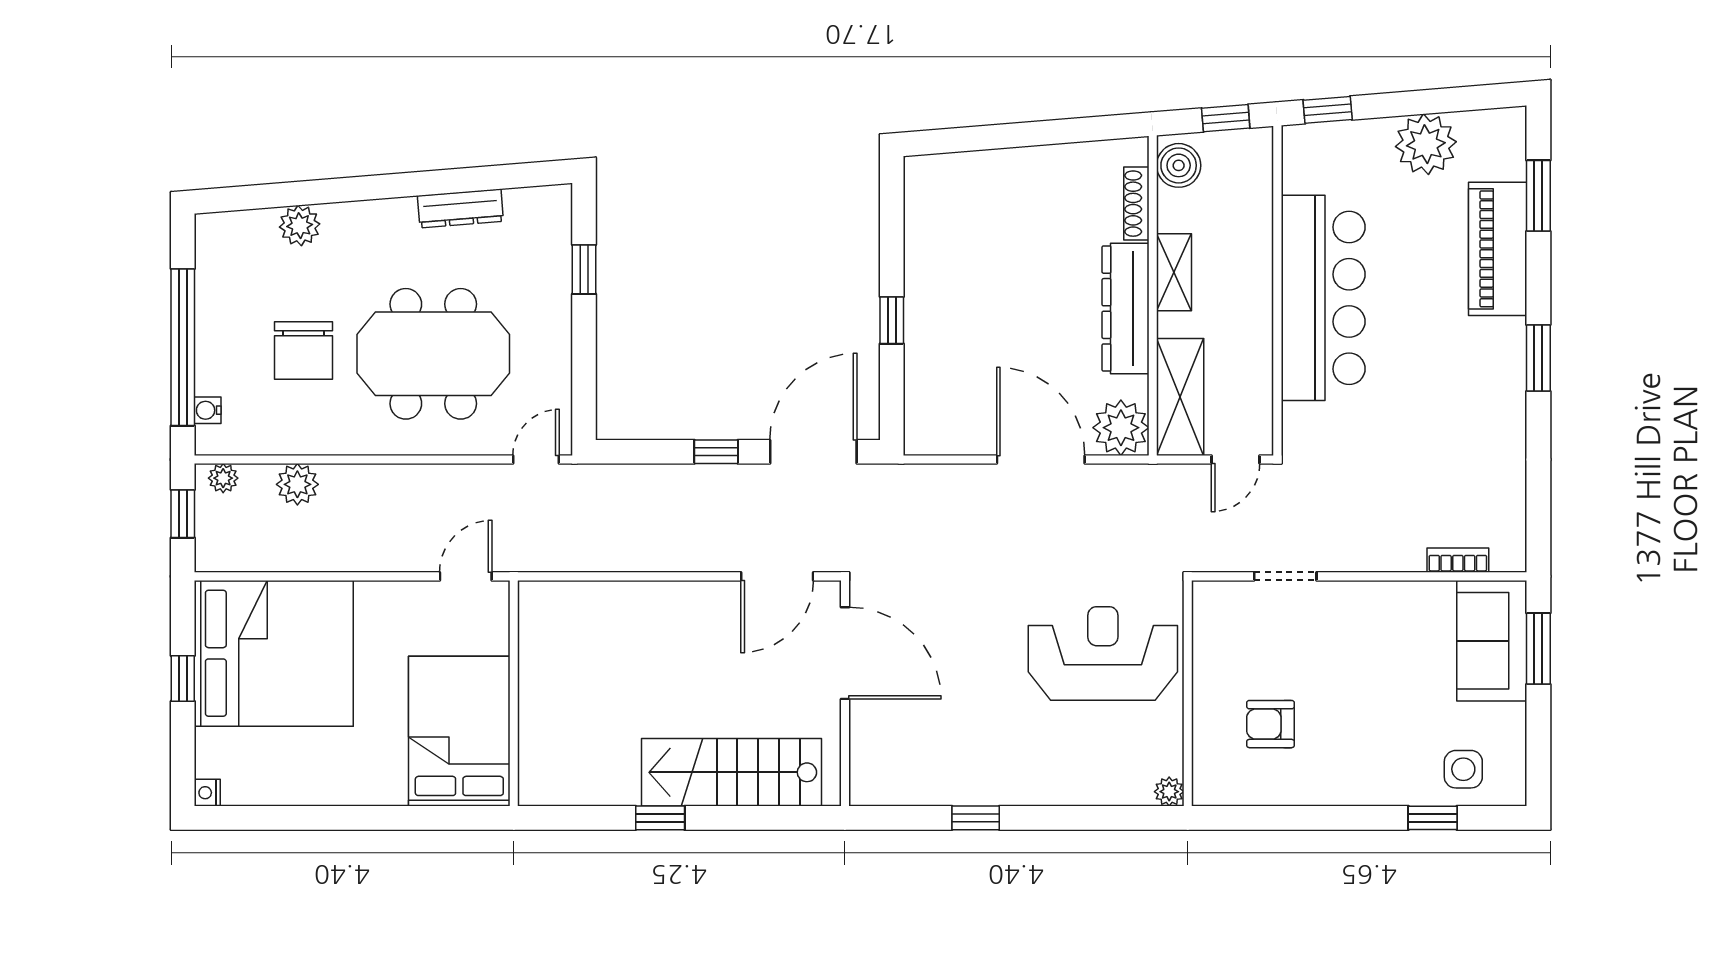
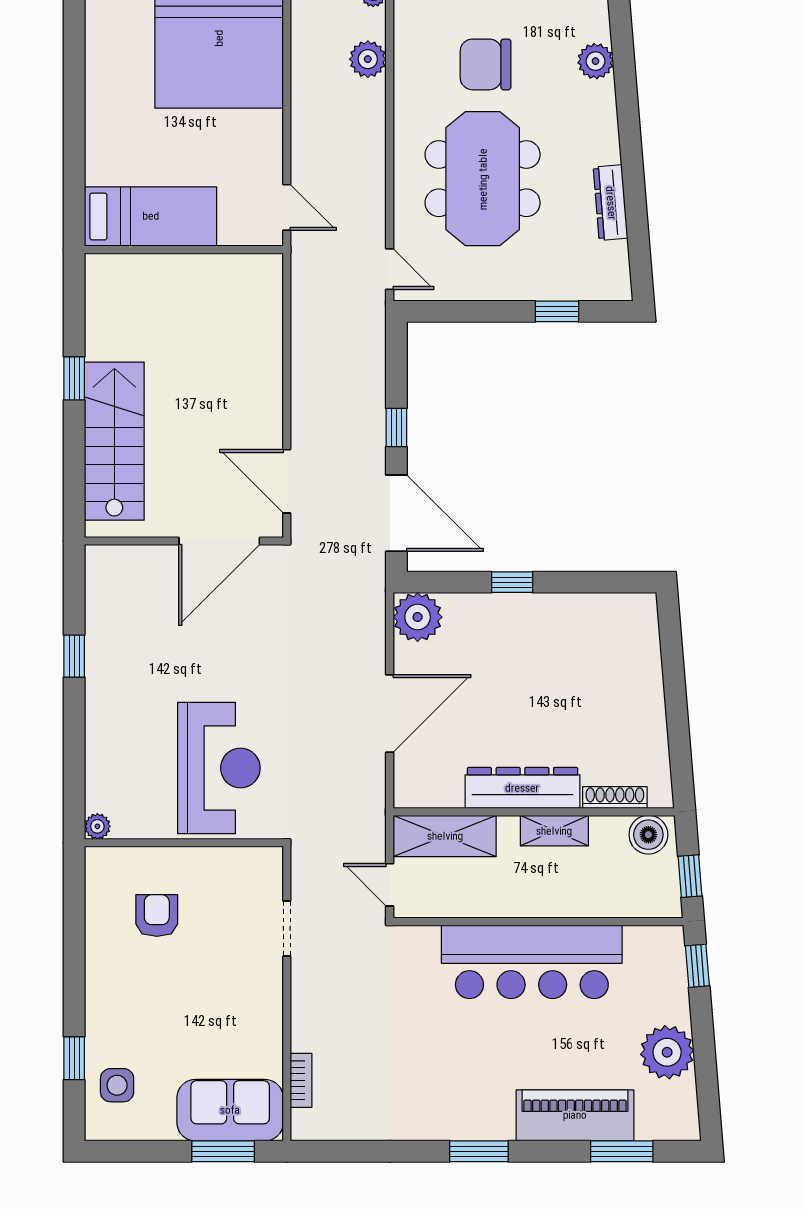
plant: (1121, 428) -> (418, 617), moved
bed: (459, 731) -> (151, 216), width x0.67

